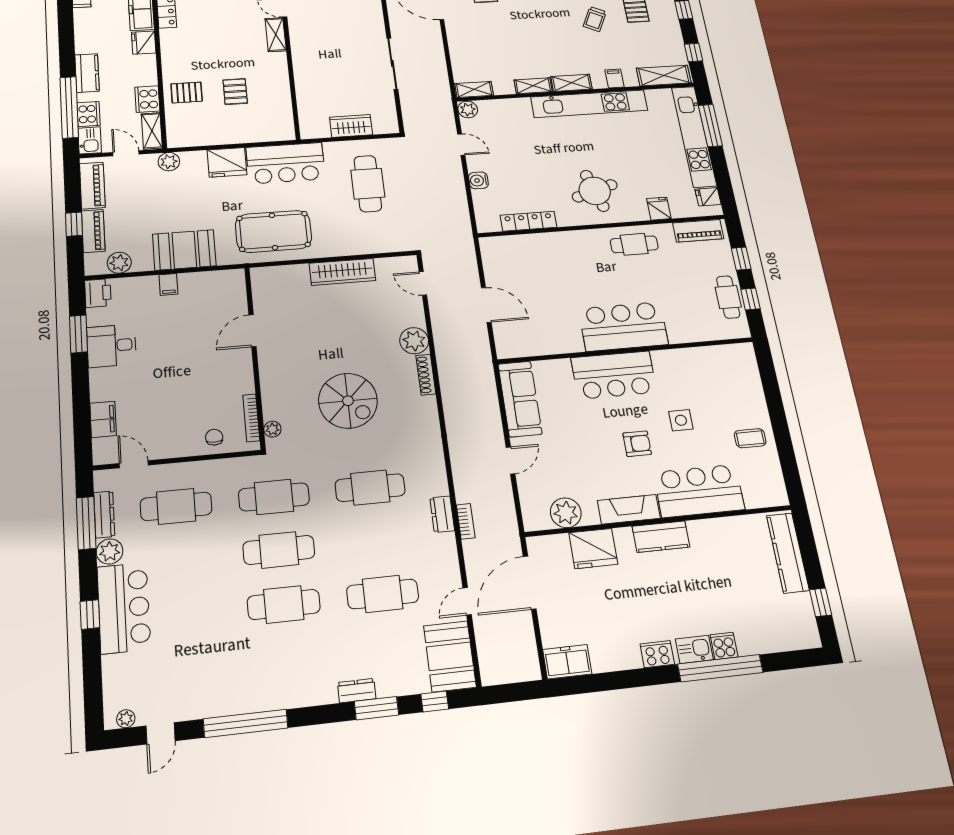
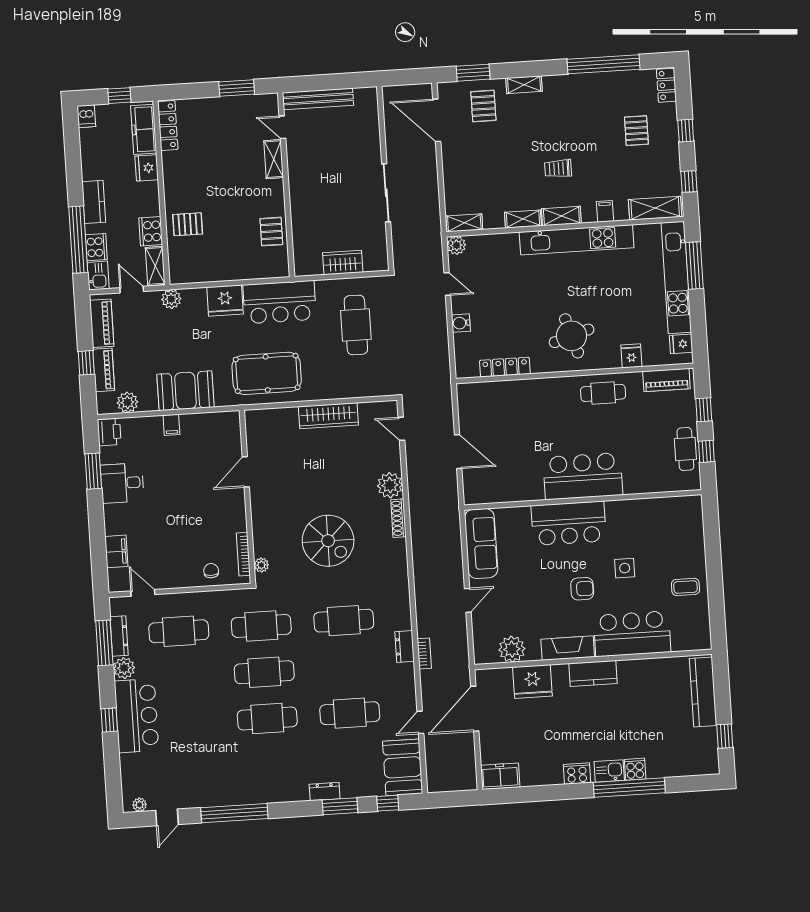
trolley: (595, 19) -> (558, 168), moved, turned 64
pallet: (235, 92) -> (271, 232), moved

